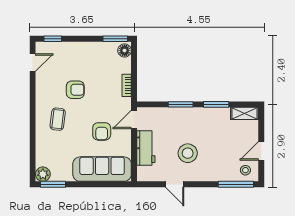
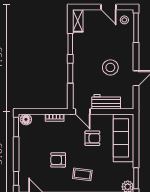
armchair: (75, 90) -> (58, 160), turned -90

